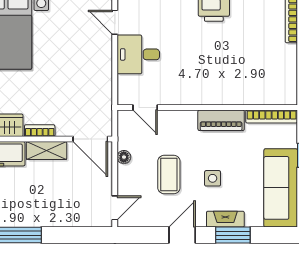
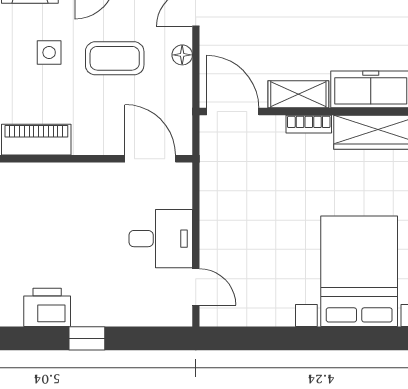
door: (145, 108) -> (150, 159), width x1.38
floor lamp: (124, 157) -> (182, 55), moved
coffee table: (169, 174) -> (115, 58), turned 90

